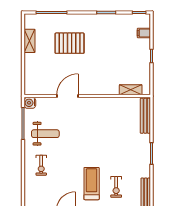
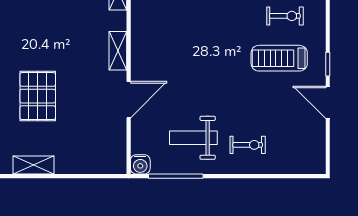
shelving: (96, 90) -> (118, 51), added
door: (67, 96) -> (129, 100), swing flipped
weight bench: (45, 134) -> (193, 138), turned -90

